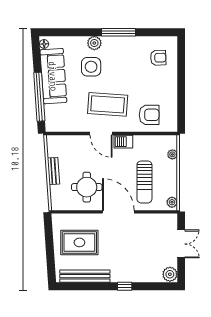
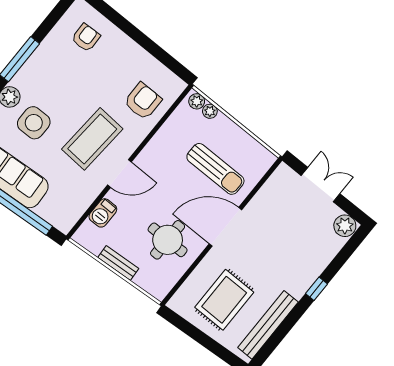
barbecue: (123, 142) -> (103, 213), moved
plant: (172, 202) -> (197, 101), moved

